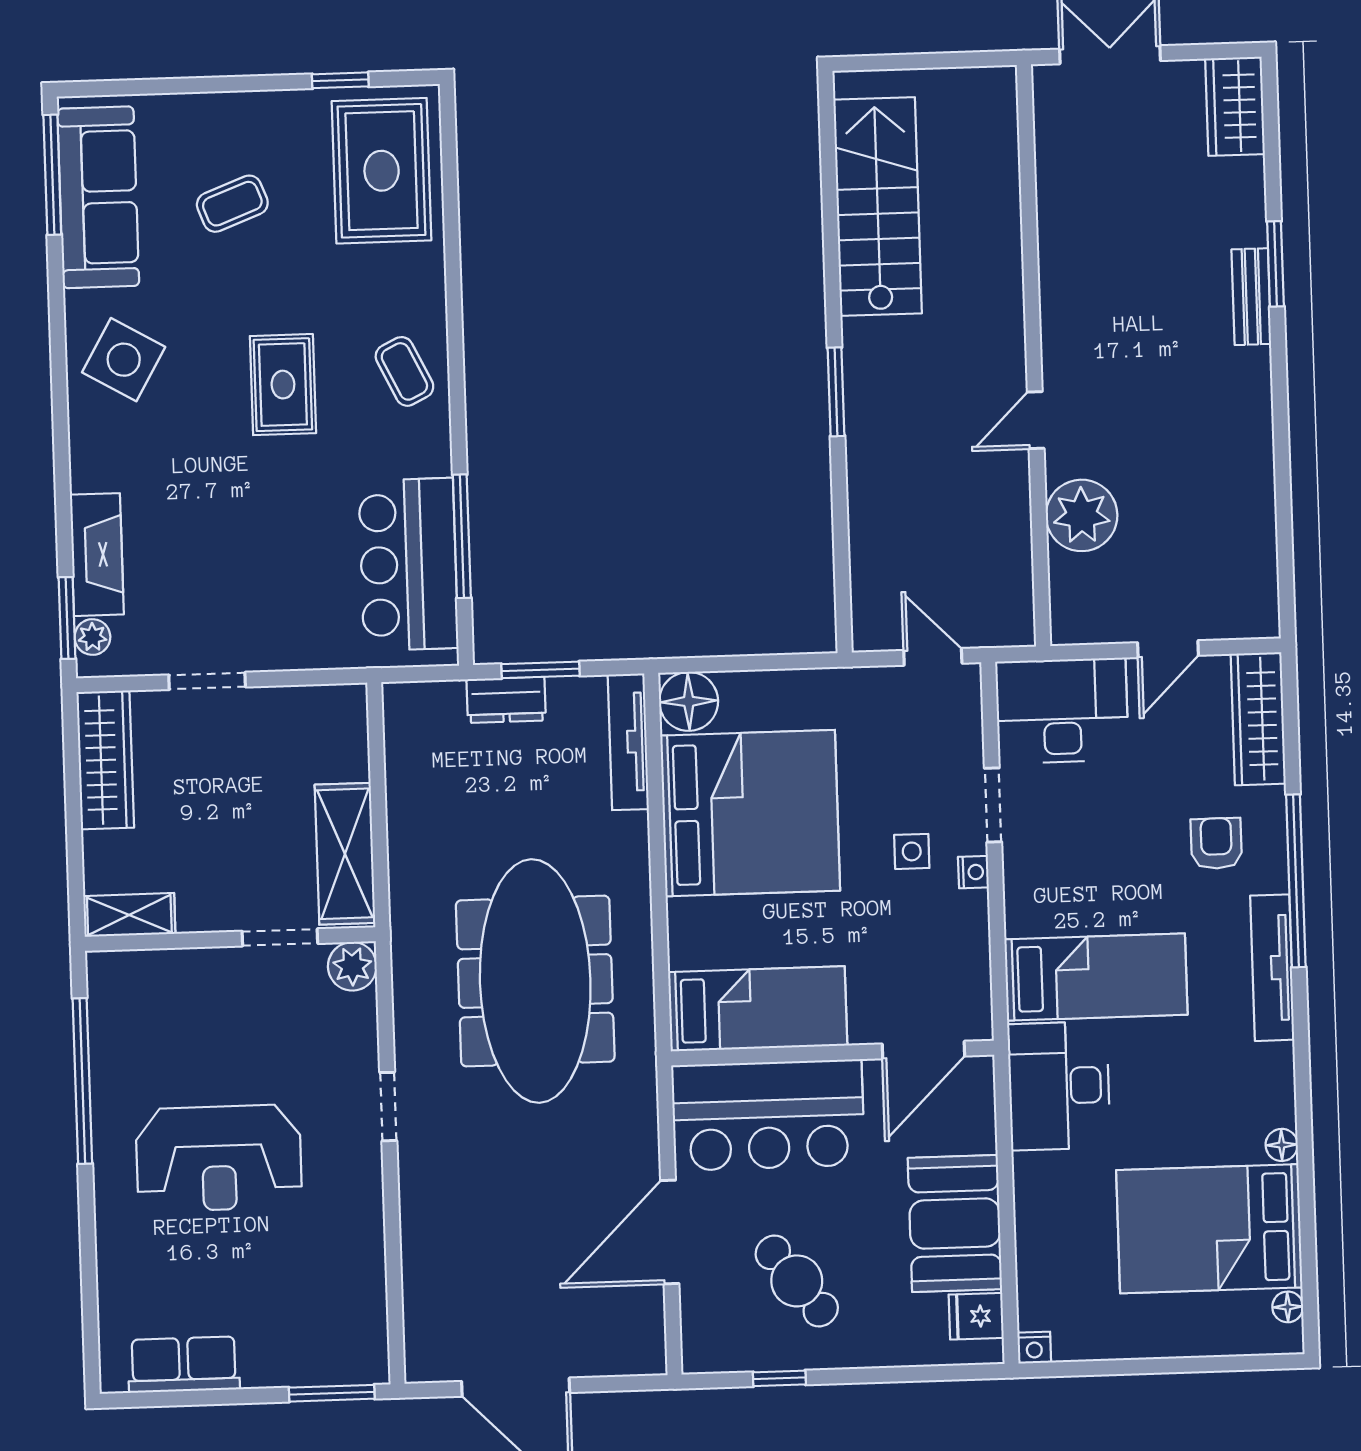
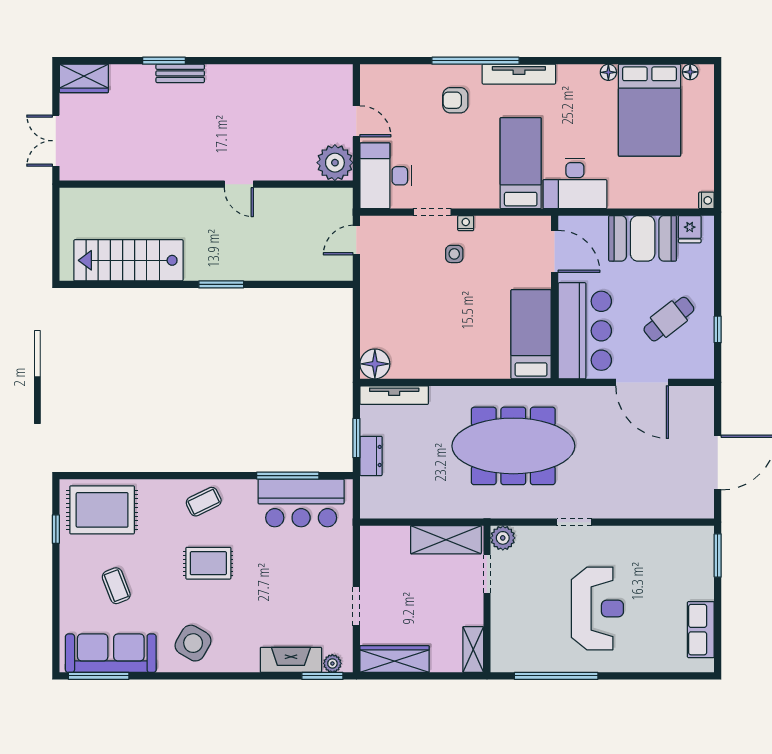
plant: (1082, 515) -> (335, 163), moved
wardrobe: (1258, 719) -> (393, 77), removed
bed: (750, 813) -> (432, 335), removed

